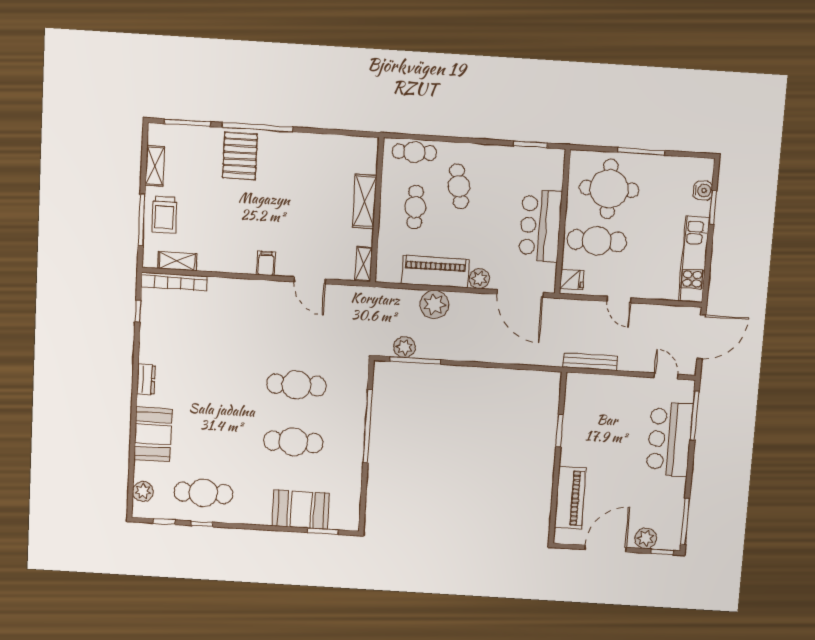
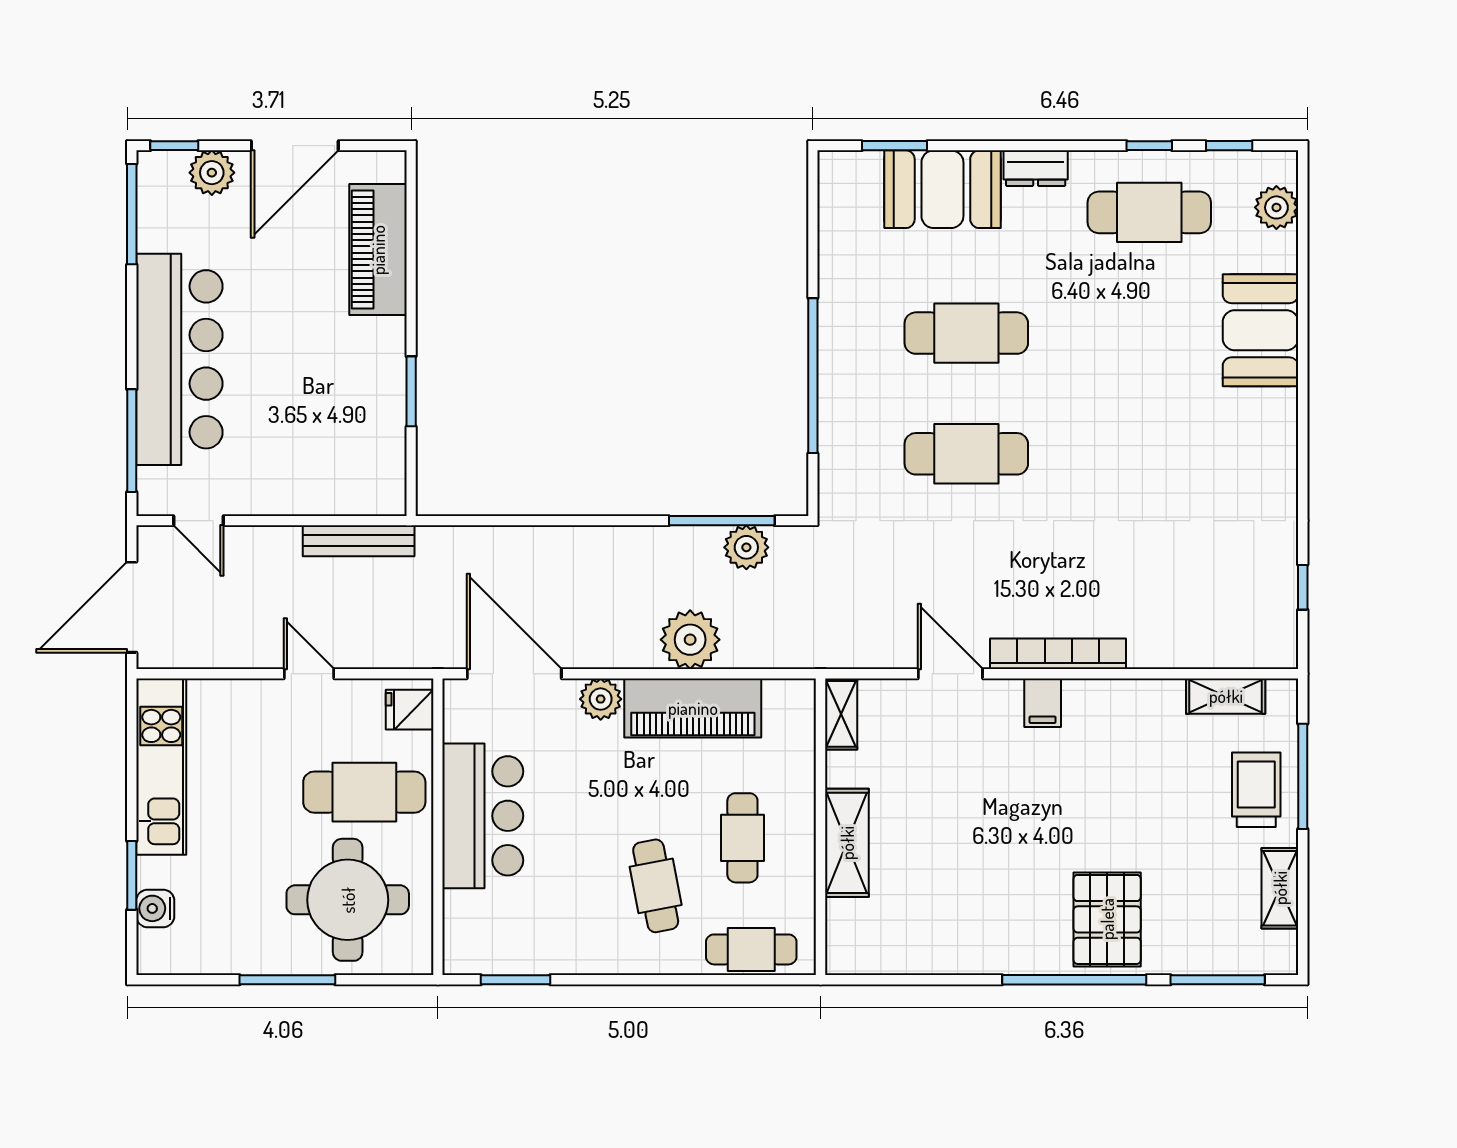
bookcase: (174, 282) -> (1058, 654), moved
dresser: (146, 380) -> (1036, 168), moved, turned -90
bar counter: (670, 439) -> (179, 359), width x1.36

